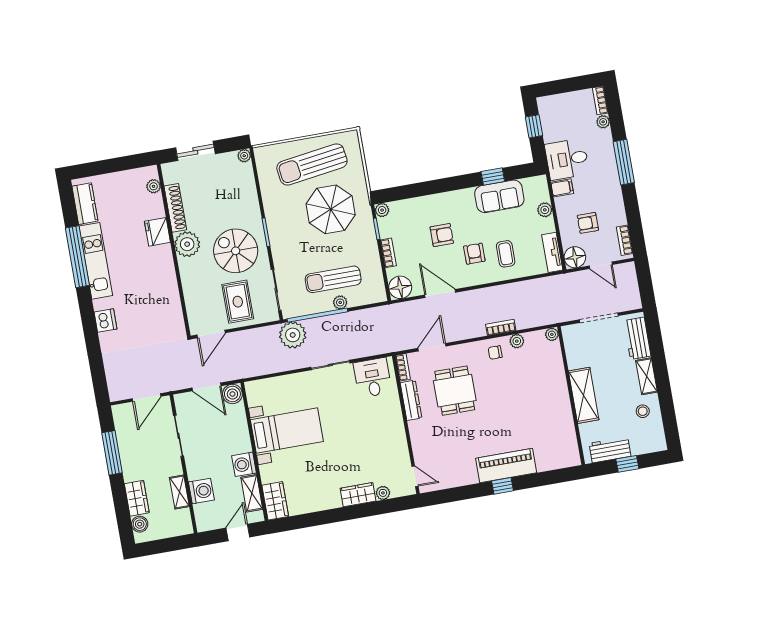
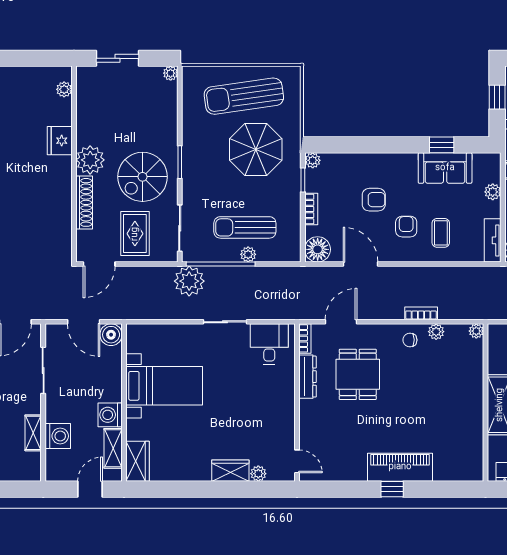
shoe rack: (175, 208) -> (84, 202), moved
spiral stairs: (236, 251) -> (143, 177), turned -90

